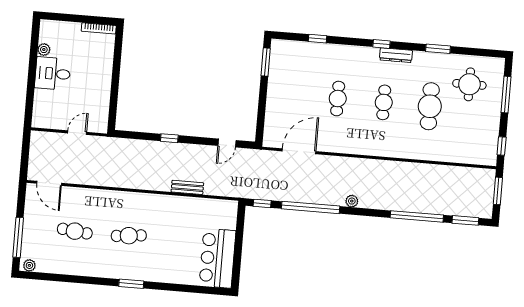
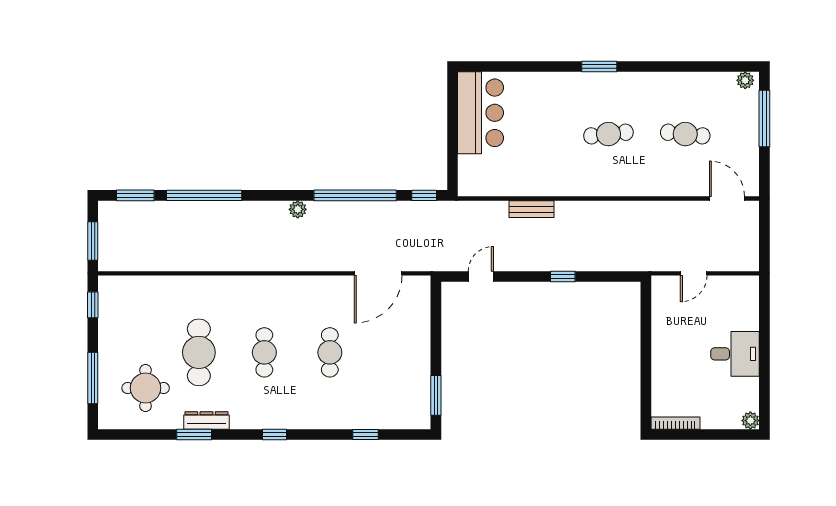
plant: (44, 50) -> (750, 421), moved
dresser: (396, 55) -> (206, 420), moved

